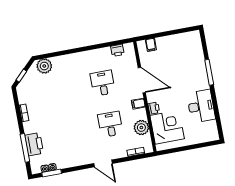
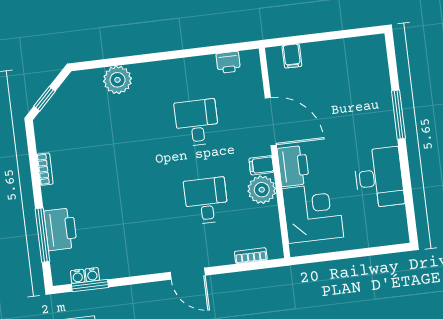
plant: (44, 66) -> (118, 80), moved
printer: (154, 108) -> (293, 166), width x1.87, depth x1.48
plant: (141, 128) -> (262, 190), moved

